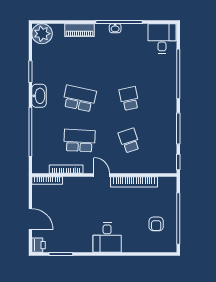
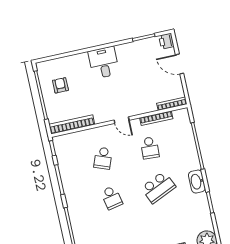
school desk: (79, 99) -> (158, 187), turned -36
school desk: (79, 141) -> (150, 148), width x0.54
school desk: (129, 141) -> (103, 158), turned 39
bookcase: (134, 182) -> (72, 124), moved

